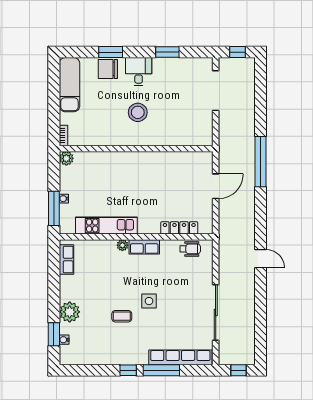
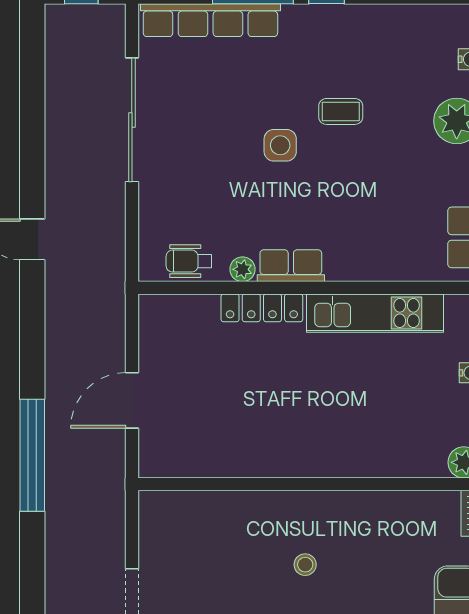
stool: (138, 112) -> (305, 565), width x0.53, depth x0.53
locker: (179, 228) -> (262, 308), moved
plant: (122, 245) -> (243, 269), moved

